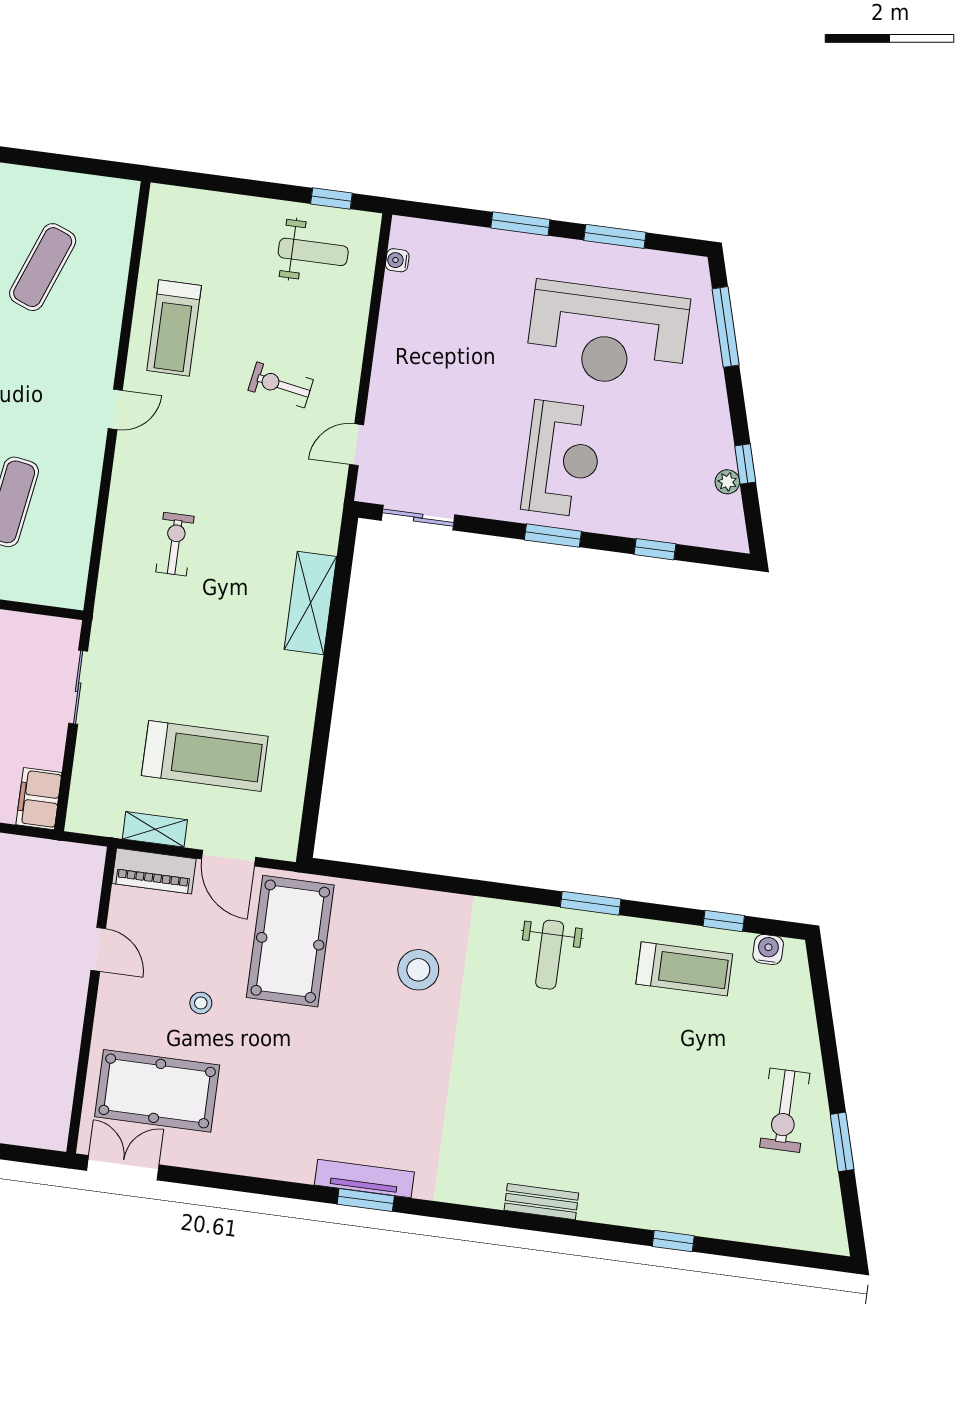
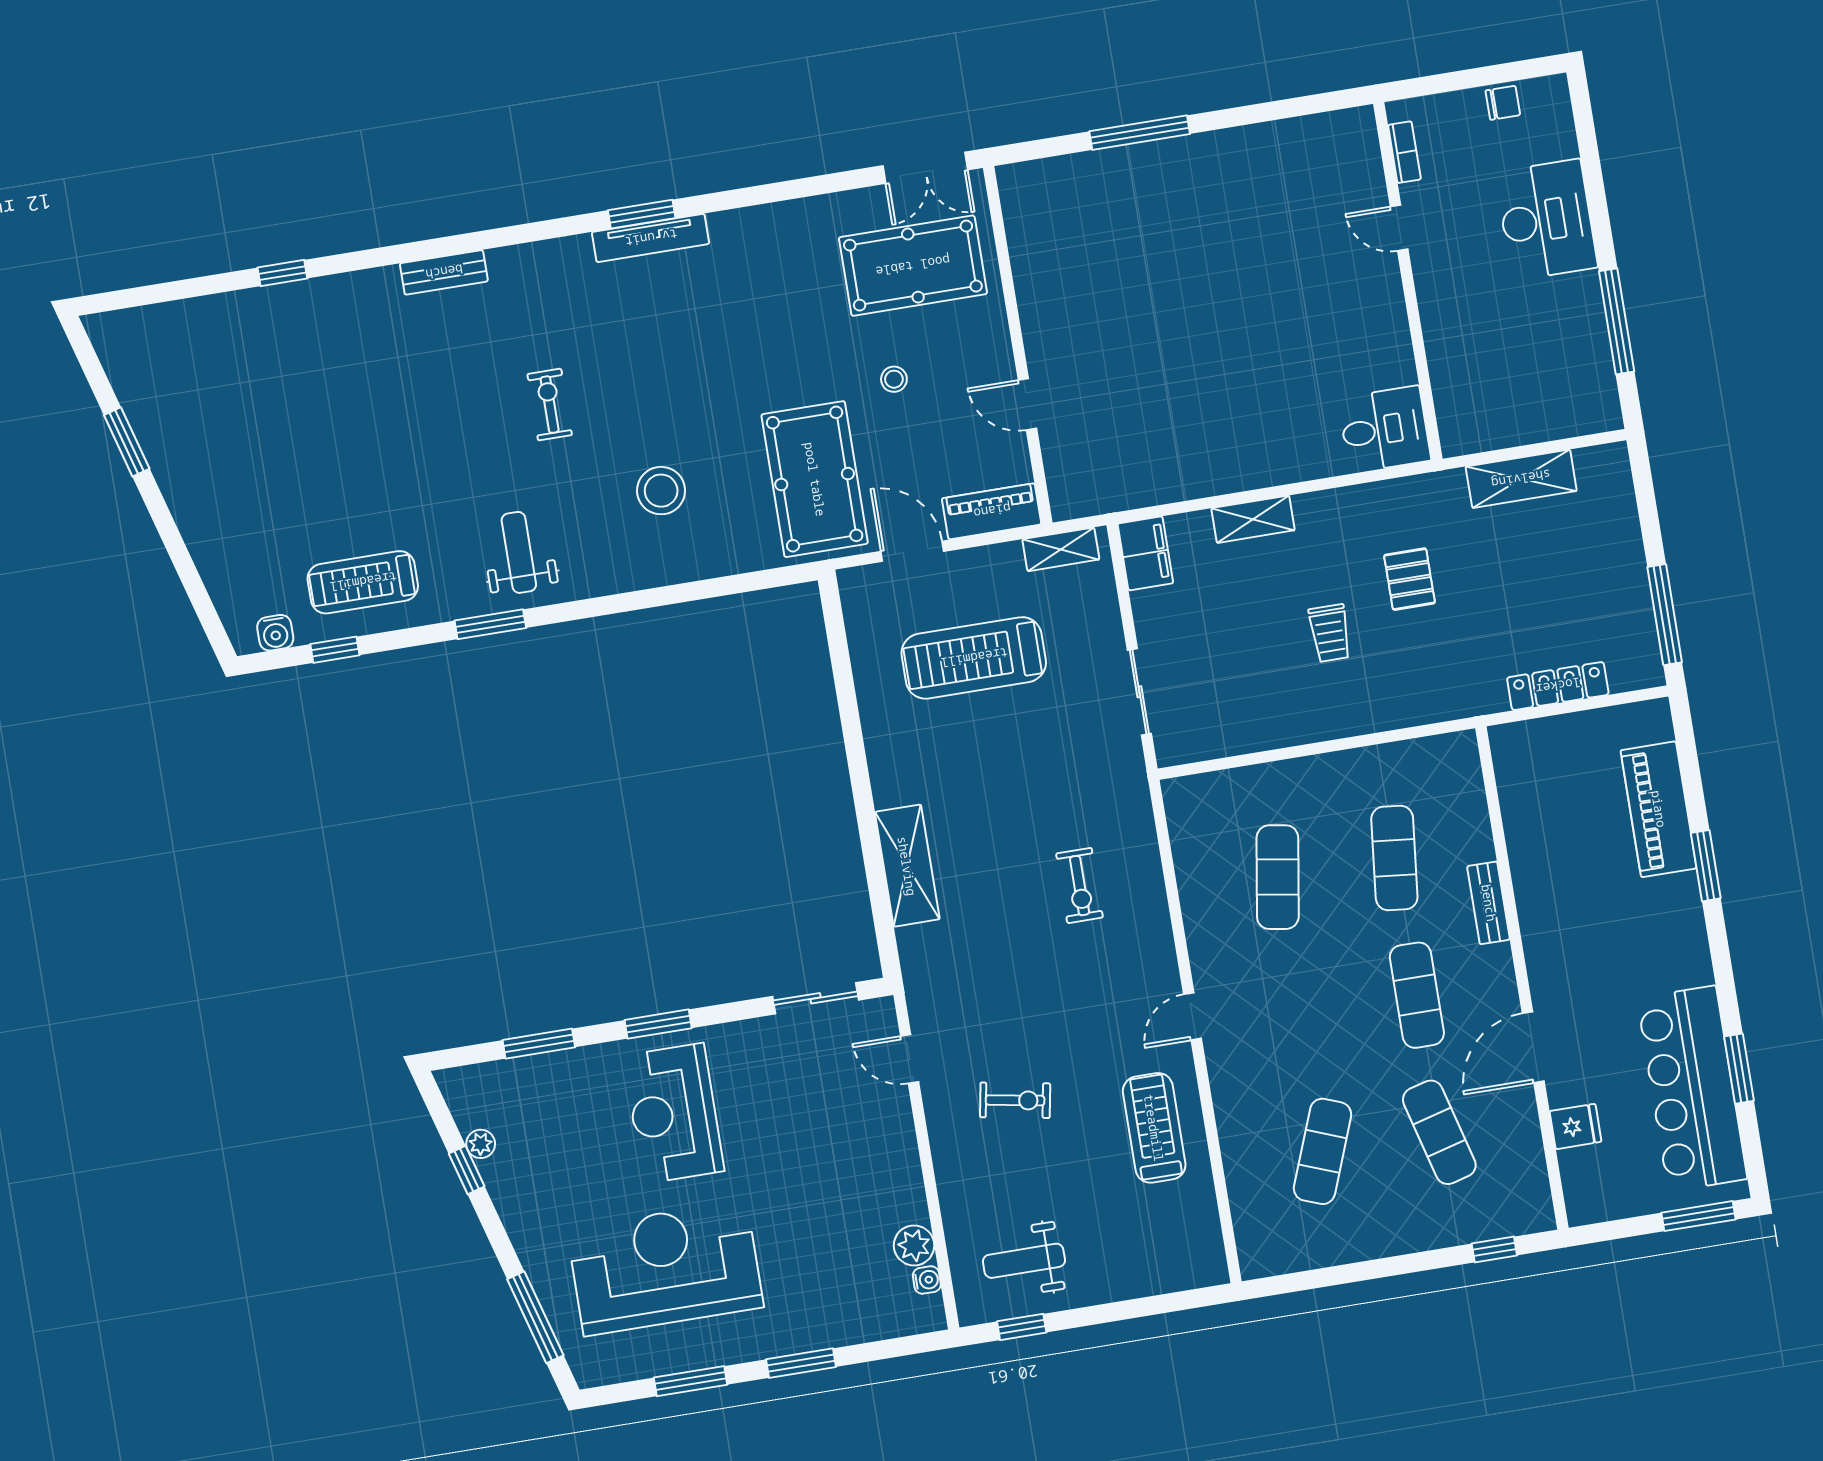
plant: (399, 292) -> (914, 1245), added
door: (356, 445) -> (910, 1059), swing flipped
window: (655, 549) -> (539, 1044), width x1.50
shelving: (155, 829) -> (1061, 549), moved
exercise bike: (785, 1110) -> (550, 405), moved, width x0.73, depth x0.72

